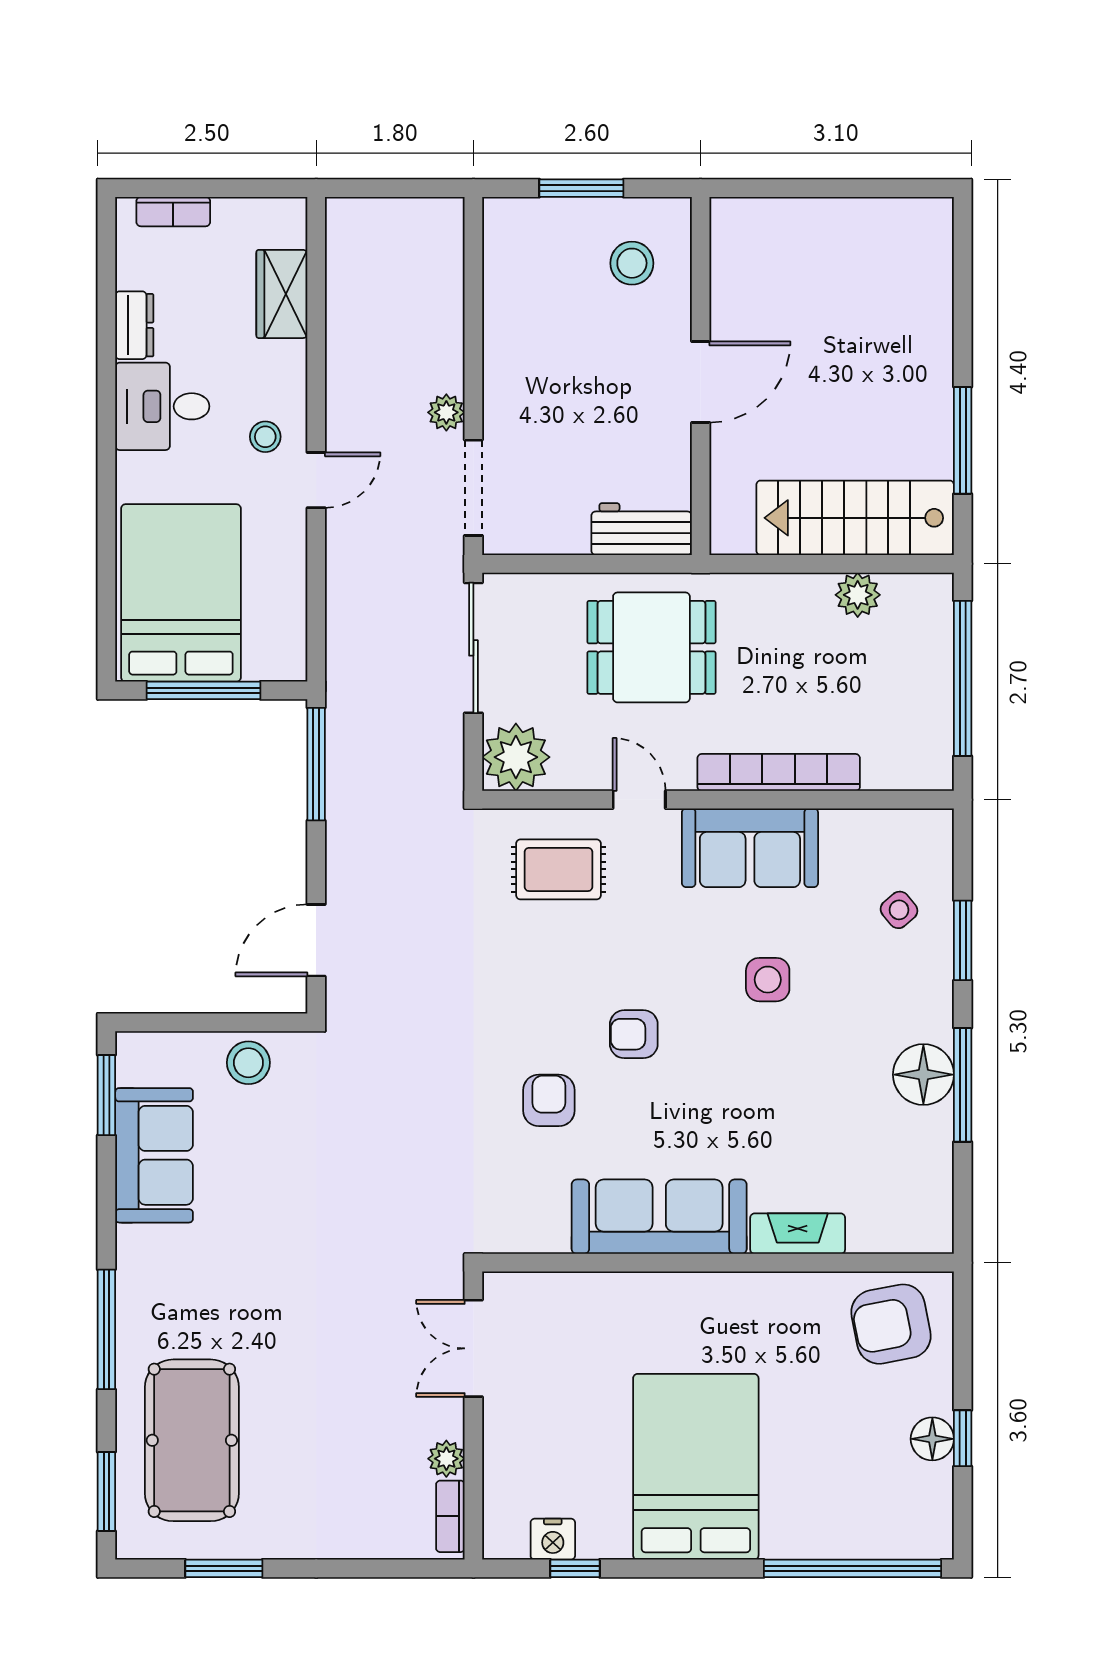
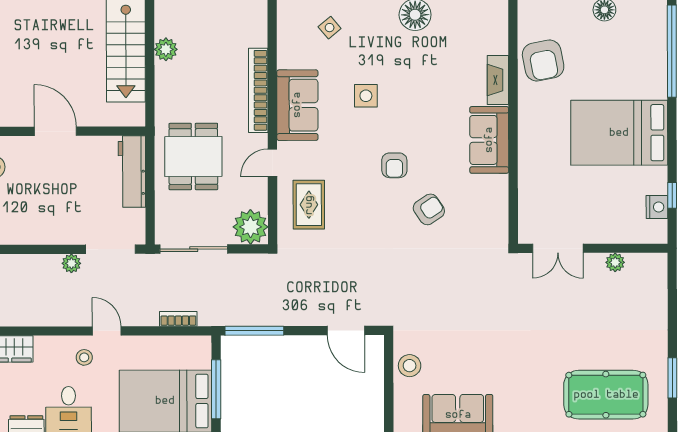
workbench: (642, 529) -> (132, 172), width x1.38
armchair: (549, 1100) -> (429, 209), turned 146
sofa: (659, 1217) -> (489, 140), width x0.73
armchair: (891, 1324) -> (543, 60), moved
bookcase: (450, 1516) -> (178, 319), moved, turned 180

